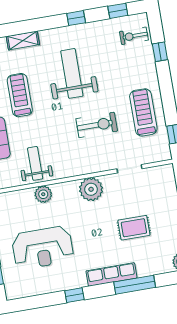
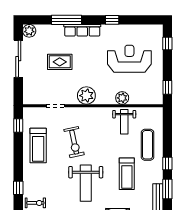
exercise bike: (97, 125) -> (74, 142), turned -102

